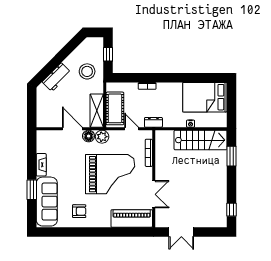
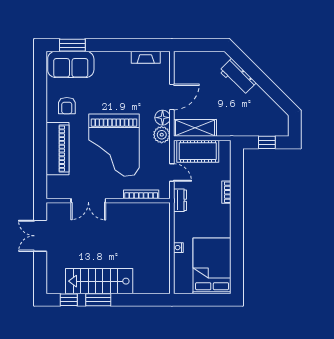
stool: (87, 71) -> (245, 116), removed
door: (132, 129) -> (172, 172), hinge flipped
stairs: (201, 140) -> (99, 281), moved, turned 90
window: (231, 156) -> (98, 300), moved
fireplace: (41, 165) -> (146, 57), moved
window: (32, 190) -> (72, 45), moved
sofa: (47, 202) -> (71, 64), width x0.73
piano: (132, 218) -> (57, 149), moved

